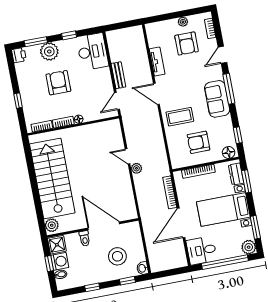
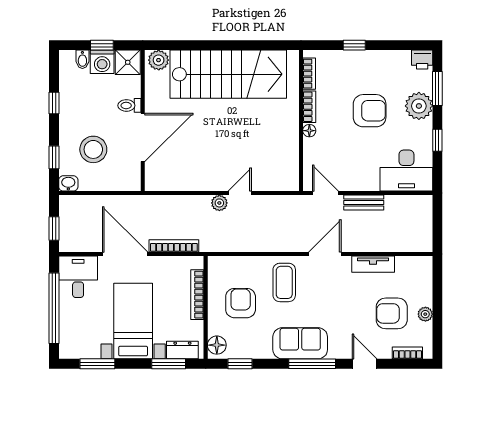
plant: (249, 247) -> (70, 348), removed
window: (173, 272) -> (54, 228), added

